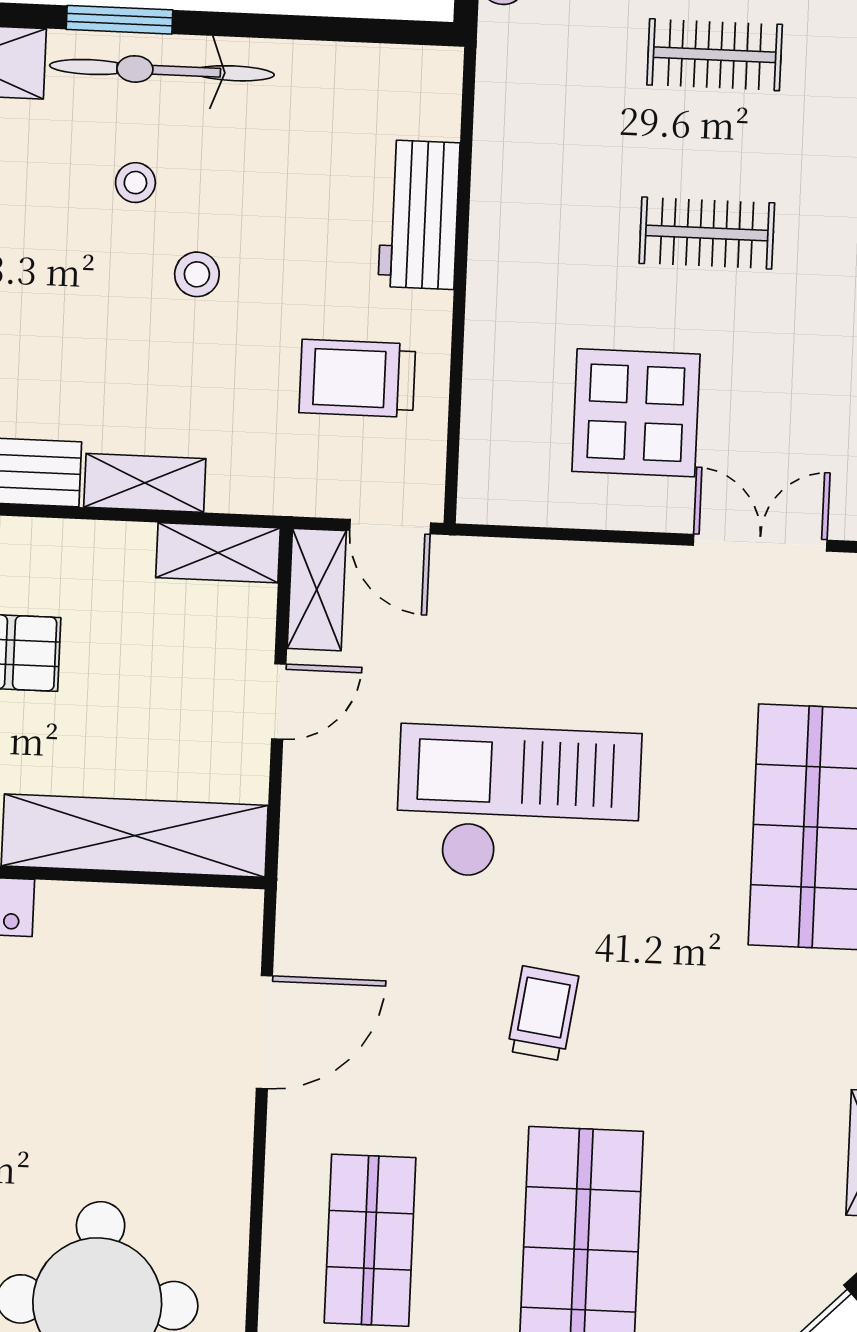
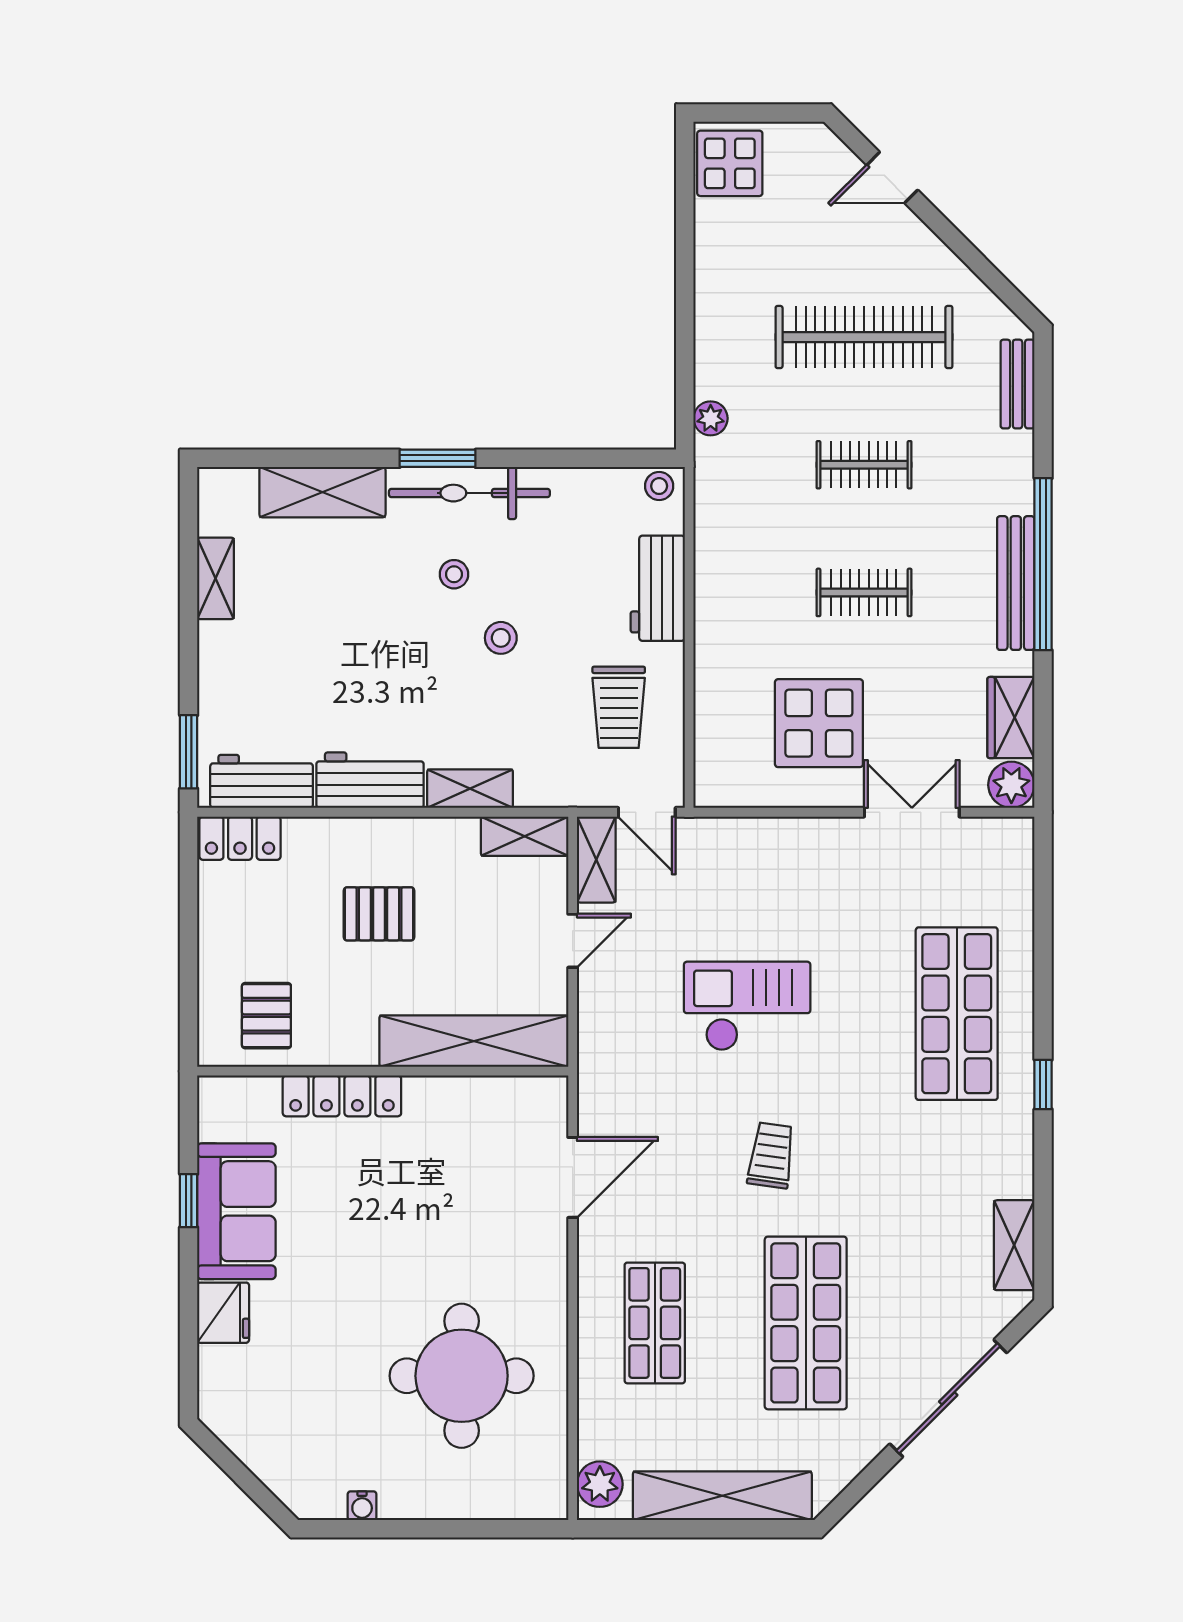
stool: (427, 72) -> (659, 486), added
trolley: (357, 378) -> (619, 707), turned -90
checkout: (518, 803) -> (747, 1006), width x0.73, depth x0.83

